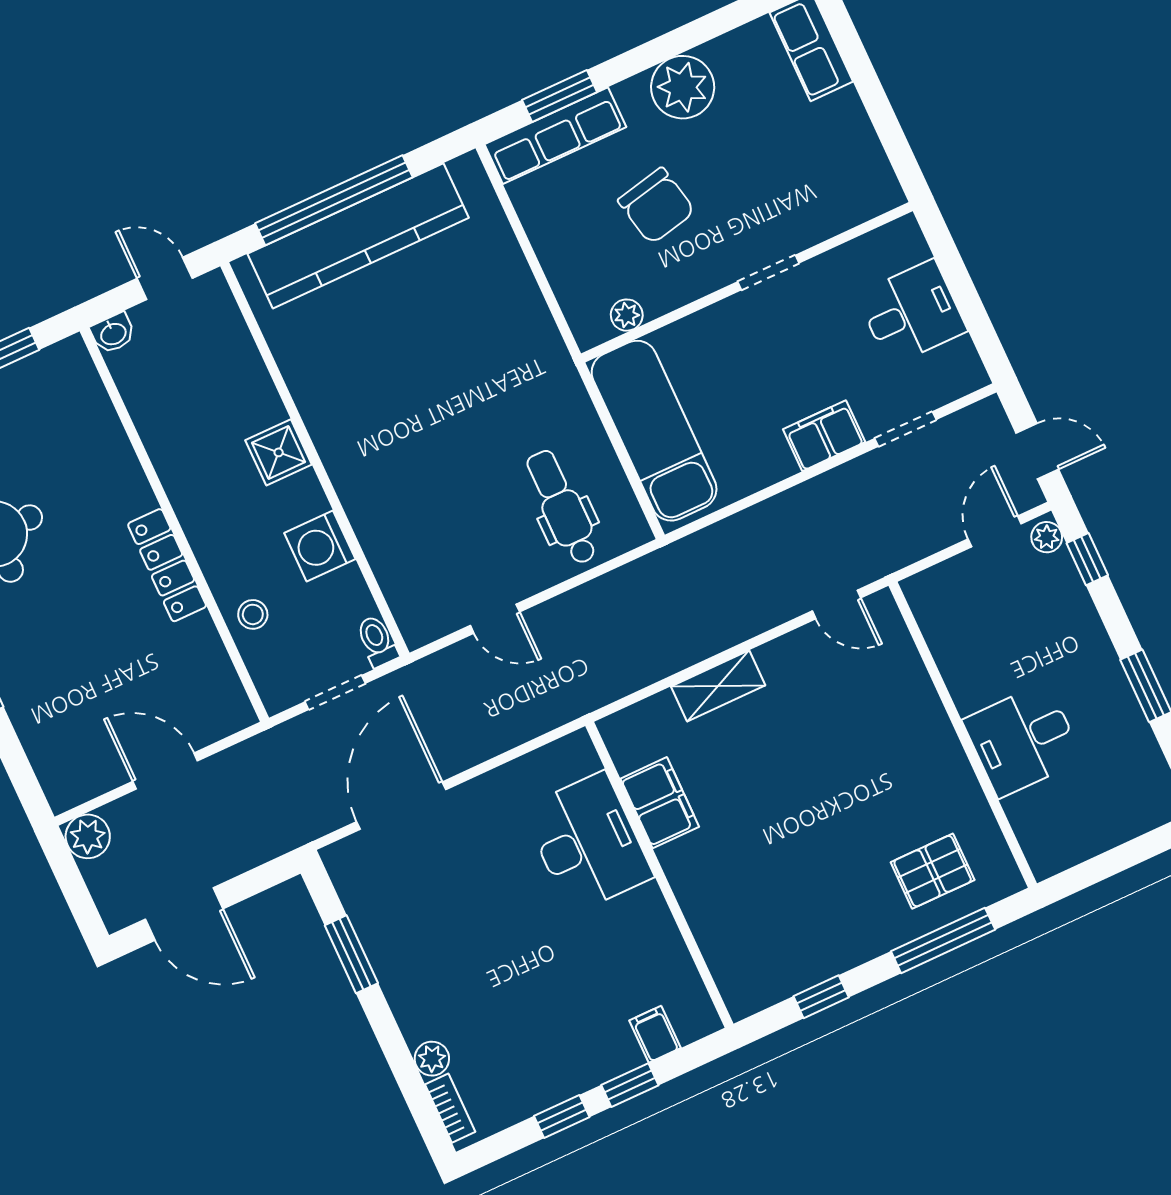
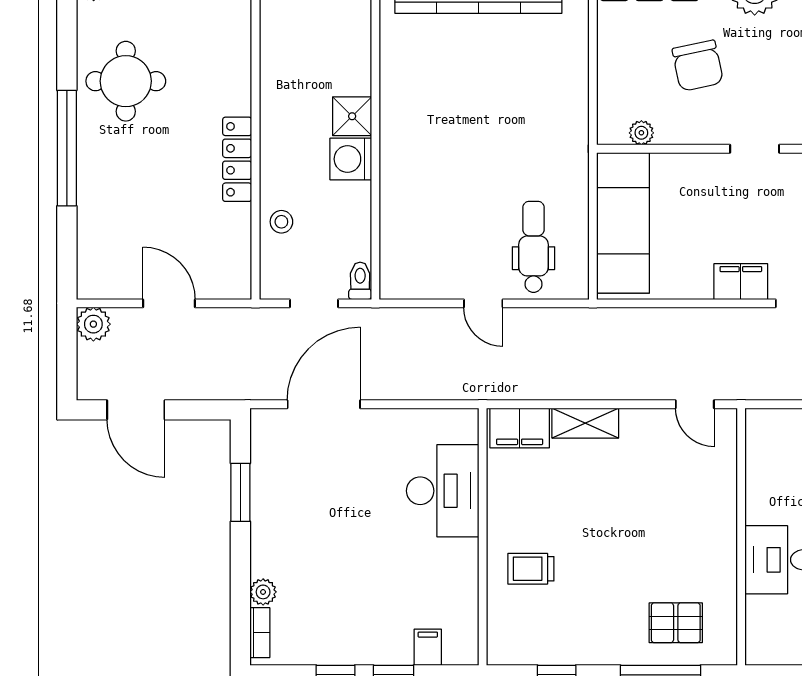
washing machine: (320, 546) -> (351, 159), moved
door: (495, 619) -> (483, 303), moved
filing cabinet: (660, 803) -> (520, 428), moved, turned 90
trolley: (733, 886) -> (531, 569), added

